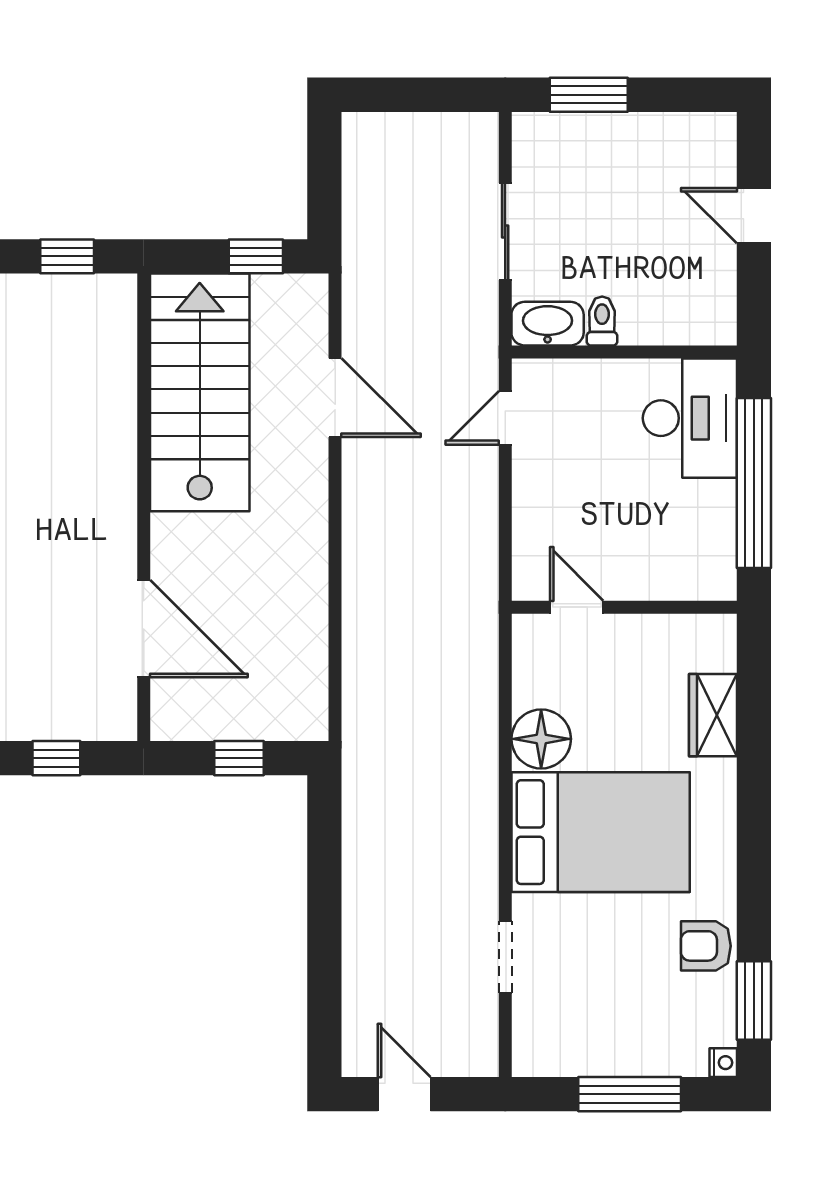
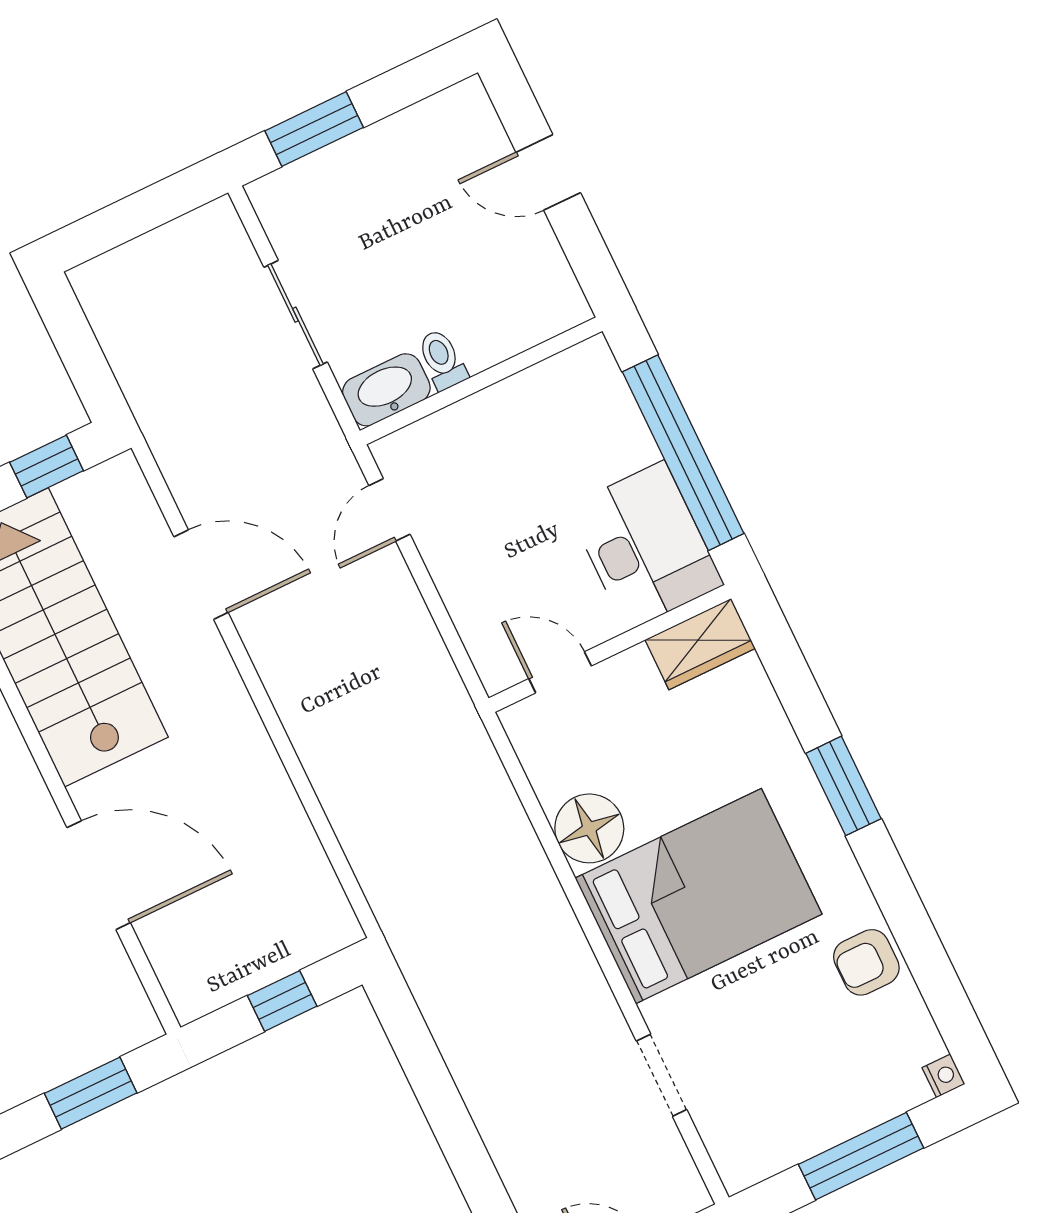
desk: (690, 418) -> (645, 546), moved
door: (144, 629) -> (99, 875), moved
wardrobe: (713, 715) -> (700, 644), moved, turned -90
window: (56, 758) -> (91, 1093), width x1.50
window: (754, 1000) -> (844, 786), moved

